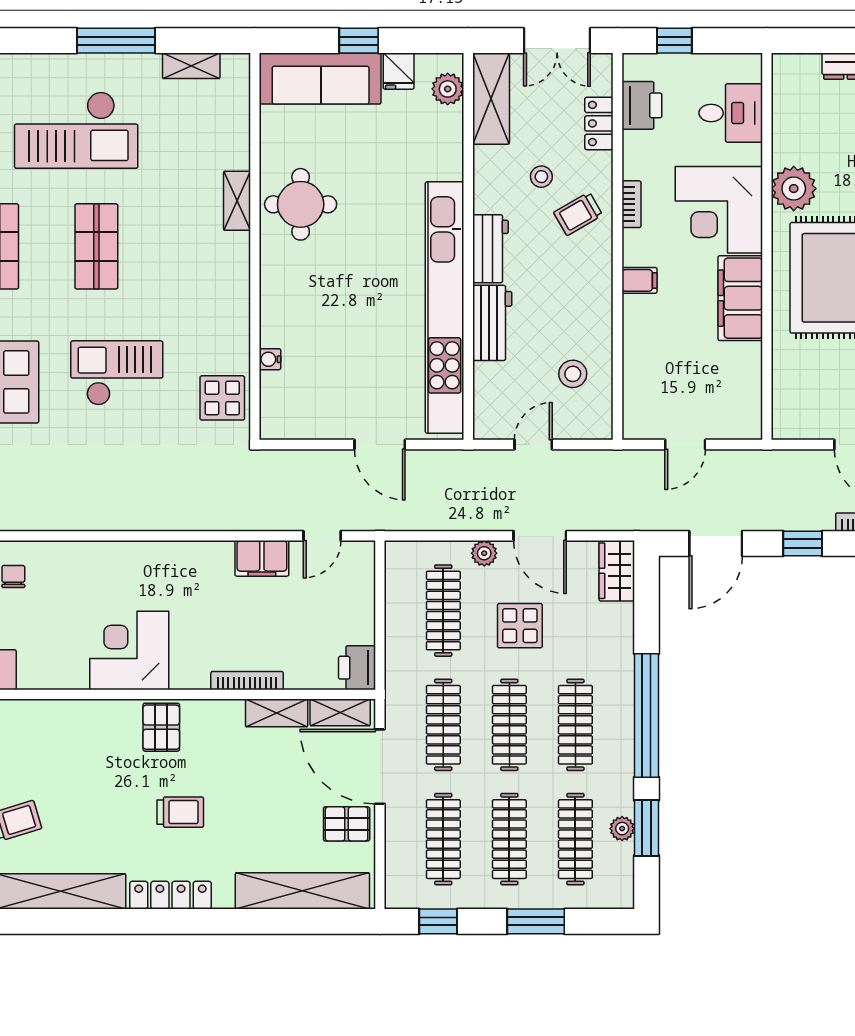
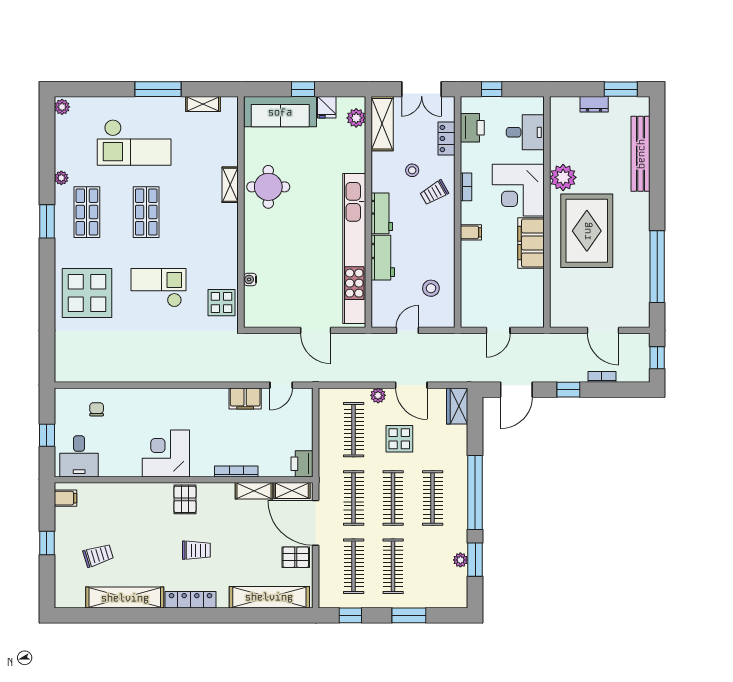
clothes rail: (575, 839) -> (433, 566), removed

